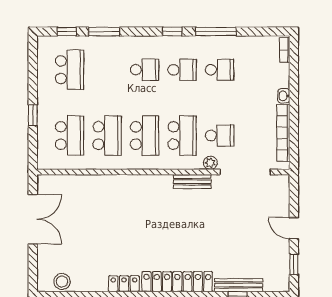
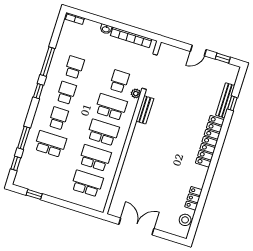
school desk: (70, 70) -> (50, 144), moved
window: (33, 115) -> (34, 194), moved
locker: (124, 284) -> (193, 198), moved

